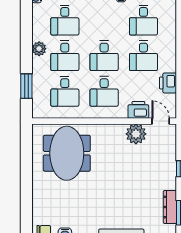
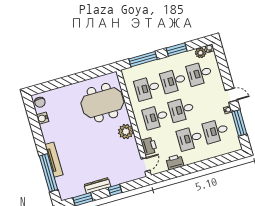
window: (26, 40) -> (177, 50), added
plant: (39, 49) -> (201, 53), moved
window: (26, 86) -> (143, 59), width x1.44
plant: (136, 134) -> (126, 131), moved
dresser: (170, 207) -> (97, 186), moved

